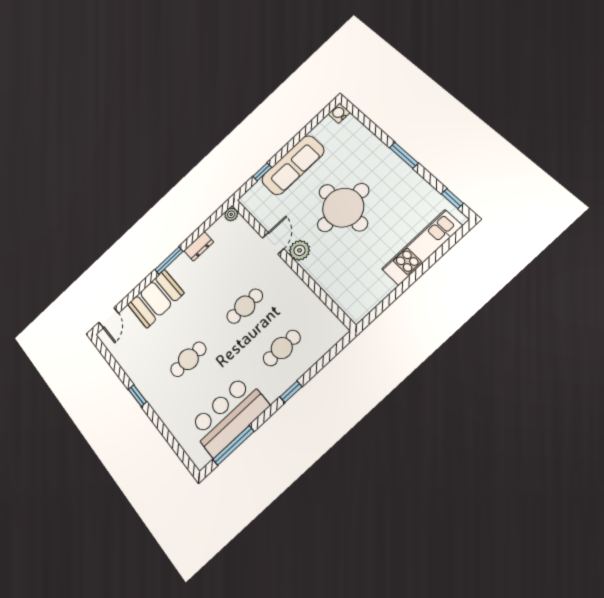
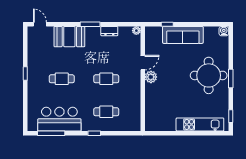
round table: (343, 208) -> (209, 75), moved
door: (109, 318) -> (40, 24), swing flipped

